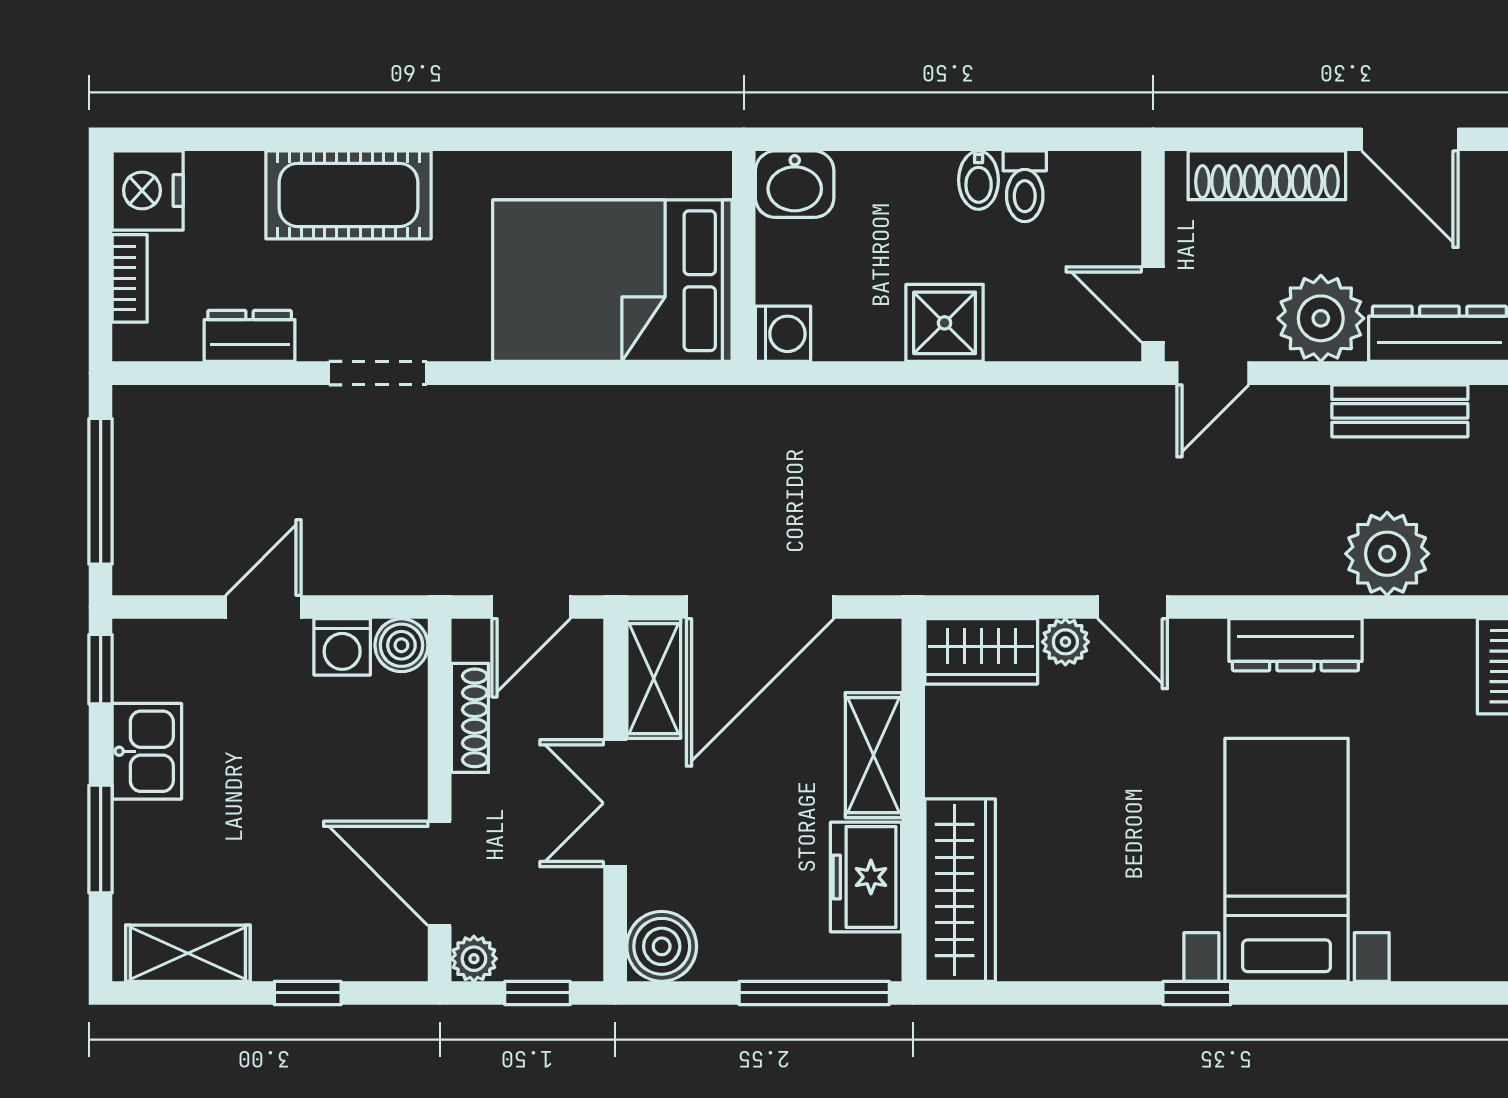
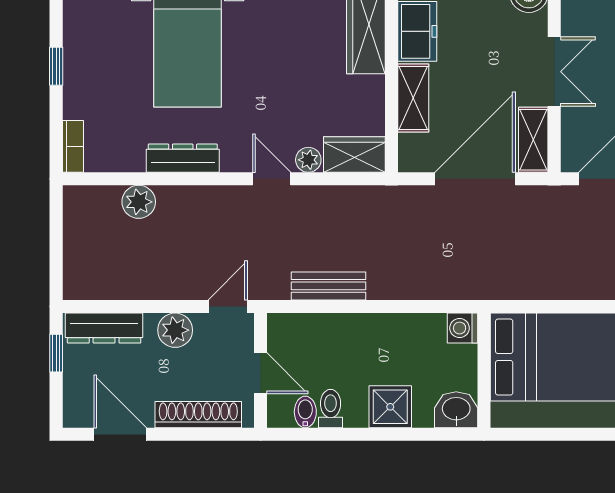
bidet: (979, 180) -> (305, 412), moved
door: (1153, 304) -> (260, 373), moved
plant: (1321, 318) -> (175, 330), width x0.73, depth x0.73
shower: (945, 323) -> (390, 407), moved
bench: (1400, 411) -> (329, 286), moved
plant: (1387, 554) -> (139, 202), width x0.73, depth x0.73

